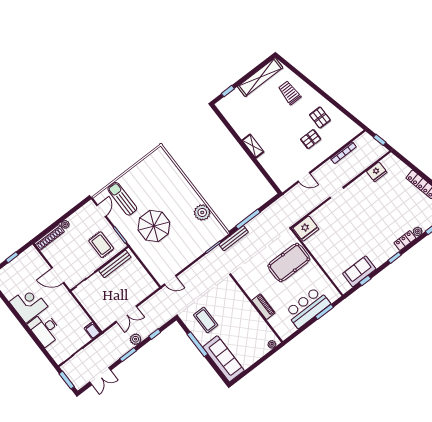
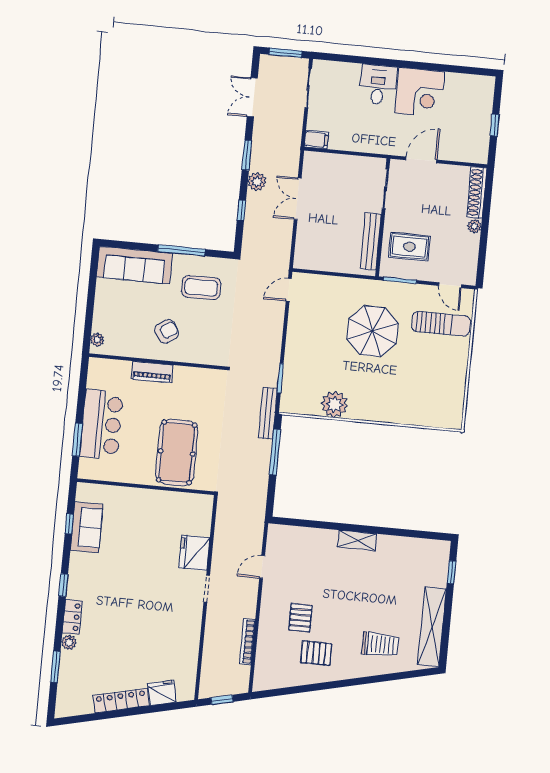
fridge: (377, 172) -> (162, 693), moved, turned 77
fridge: (306, 229) -> (194, 553), moved
armchair: (239, 317) -> (167, 331), added
desk: (45, 329) -> (378, 85), width x0.73

